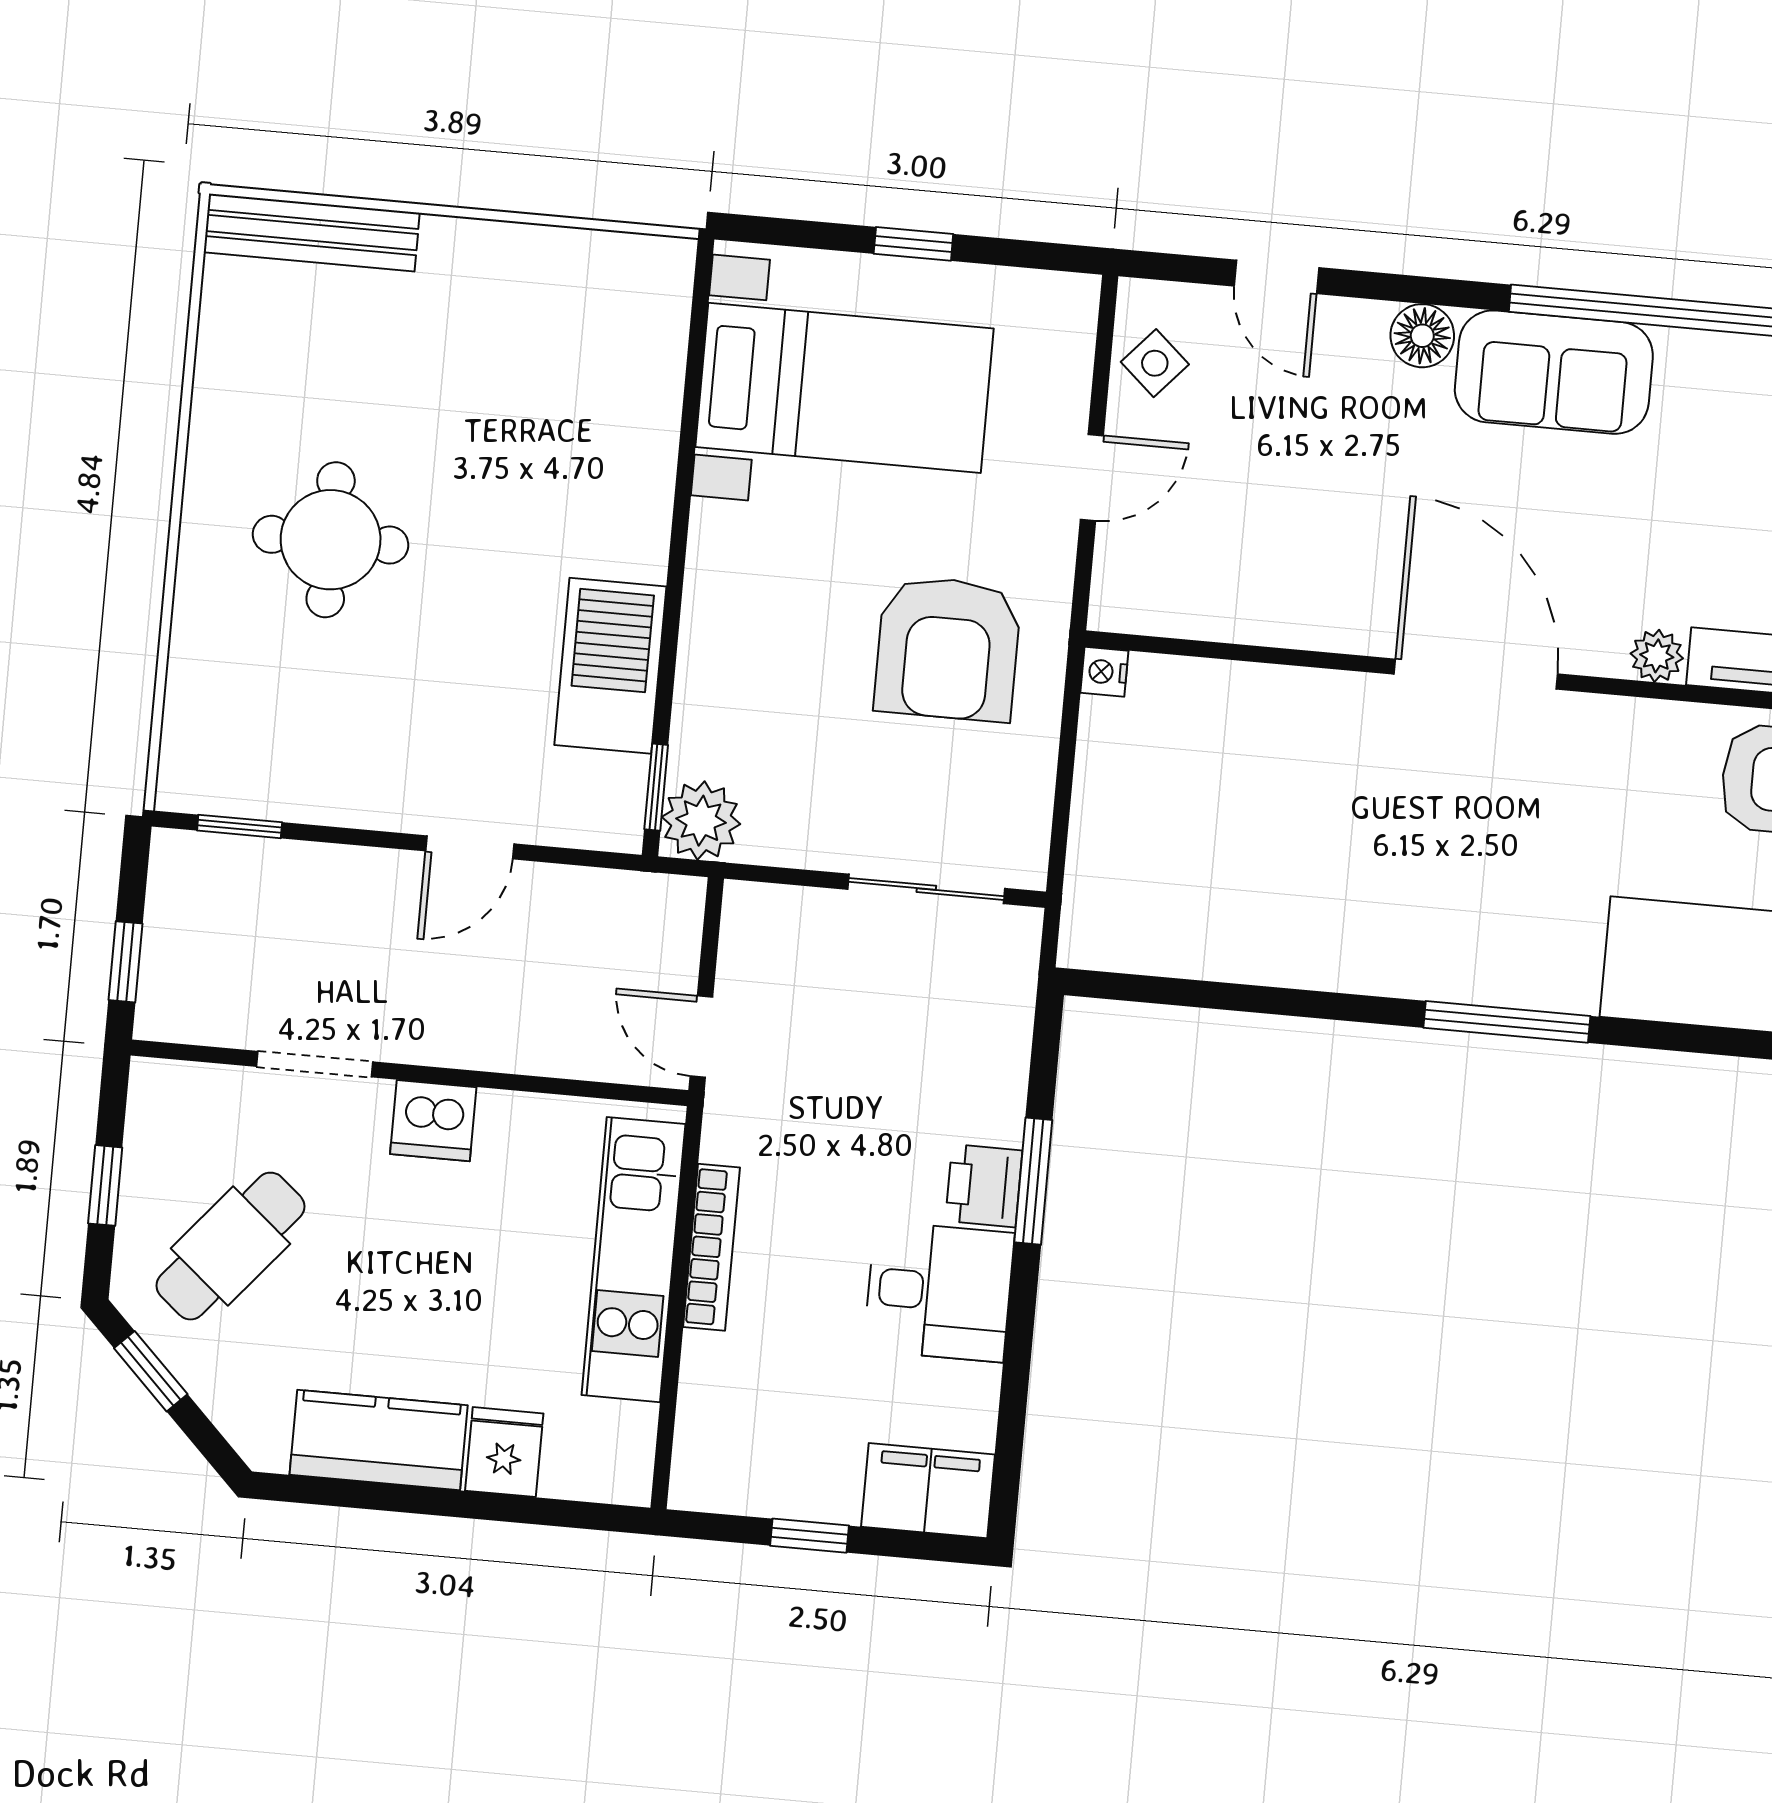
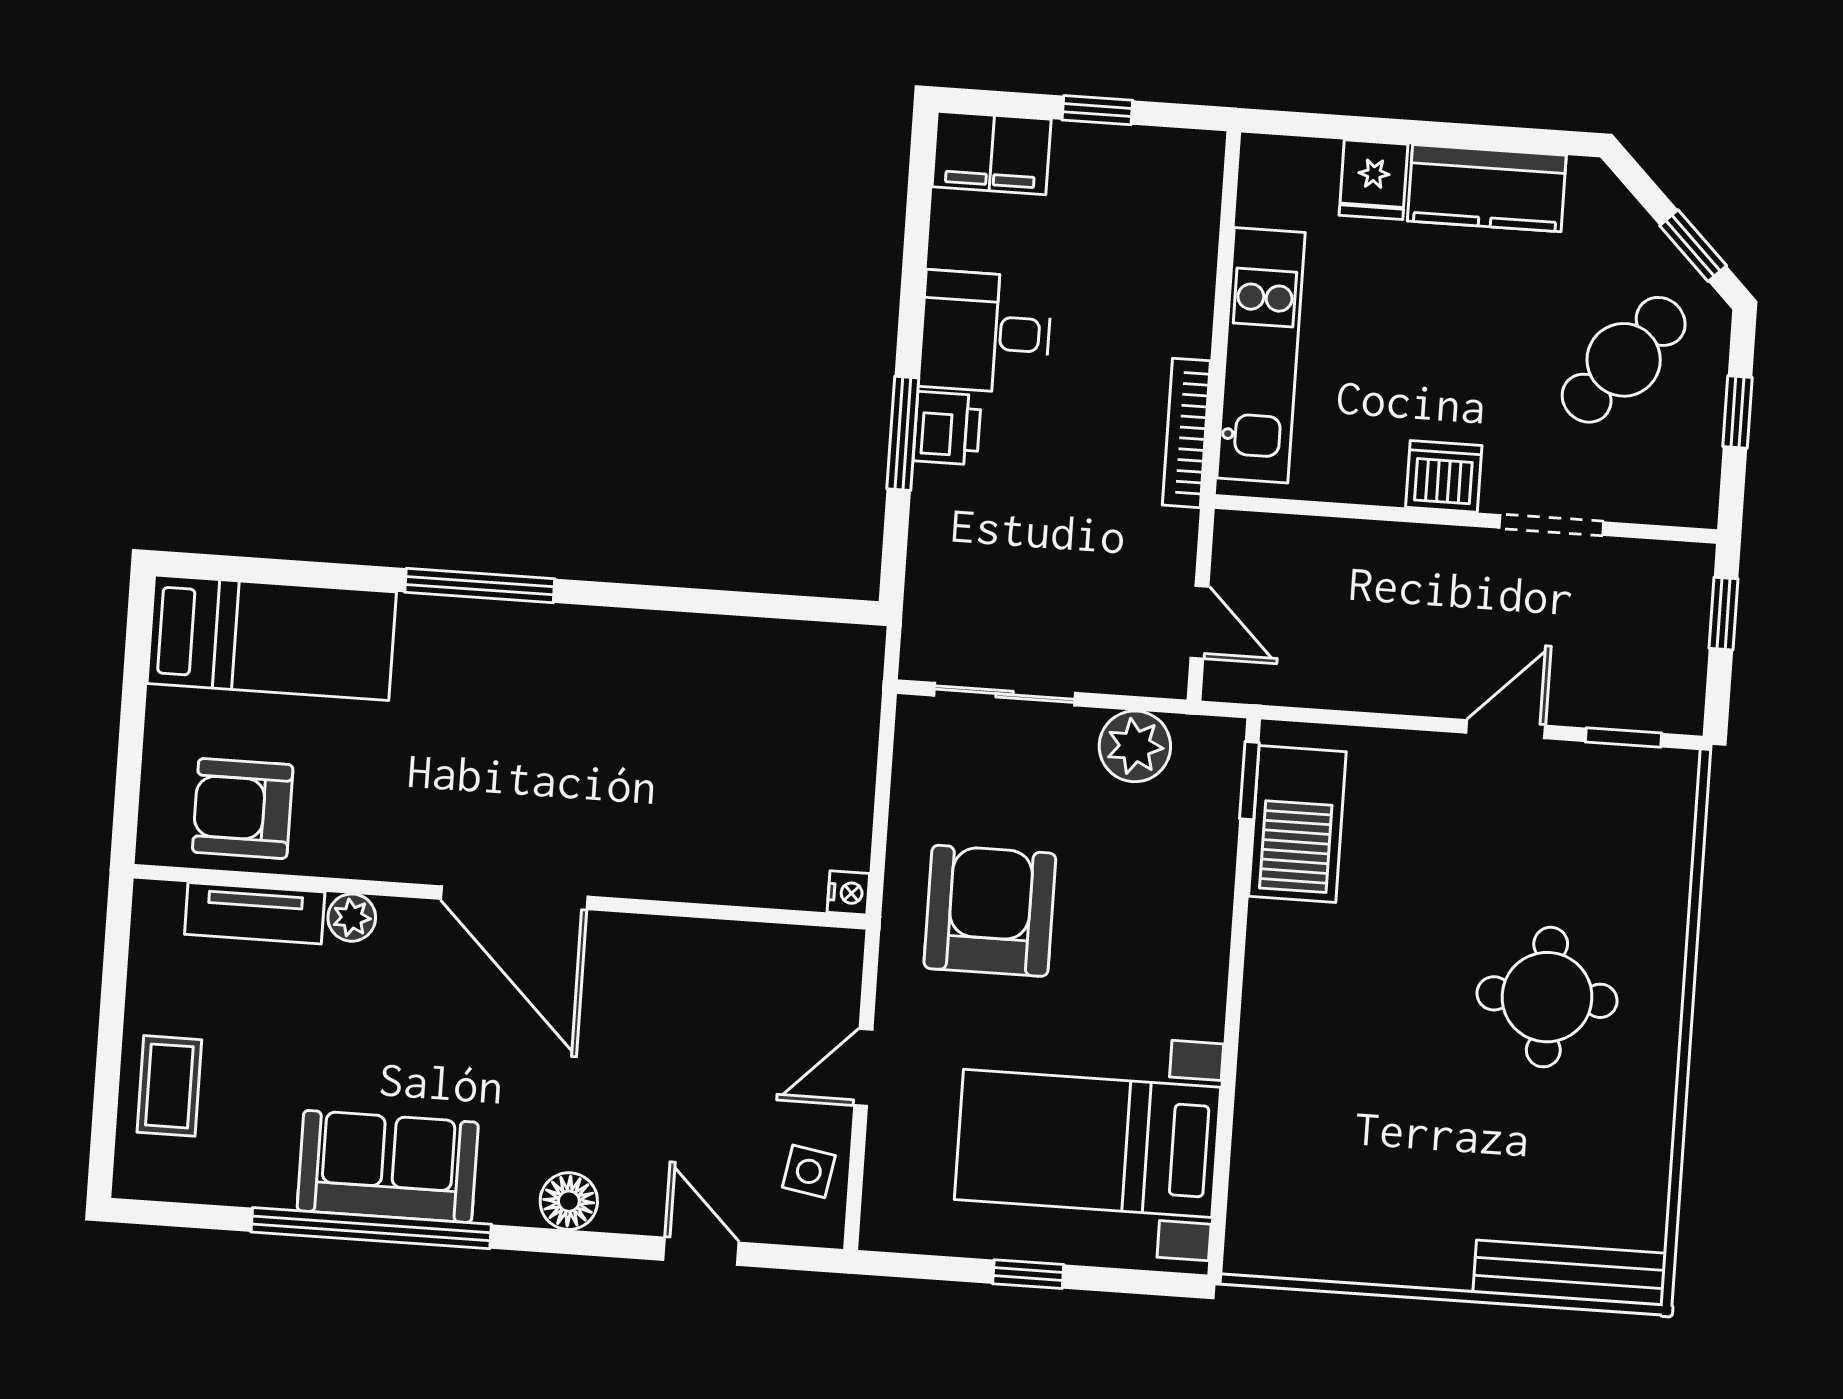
side table: (1155, 363) -> (809, 1171), turned -32
sofa: (1554, 372) -> (388, 1166), moved
barbecue: (610, 666) -> (1297, 824), moved
plant: (701, 821) -> (1135, 746), moved
door: (470, 847) -> (1506, 729), moved
door: (701, 1037) -> (1199, 622), moved
bookcase: (711, 1247) -> (1186, 433), moved

